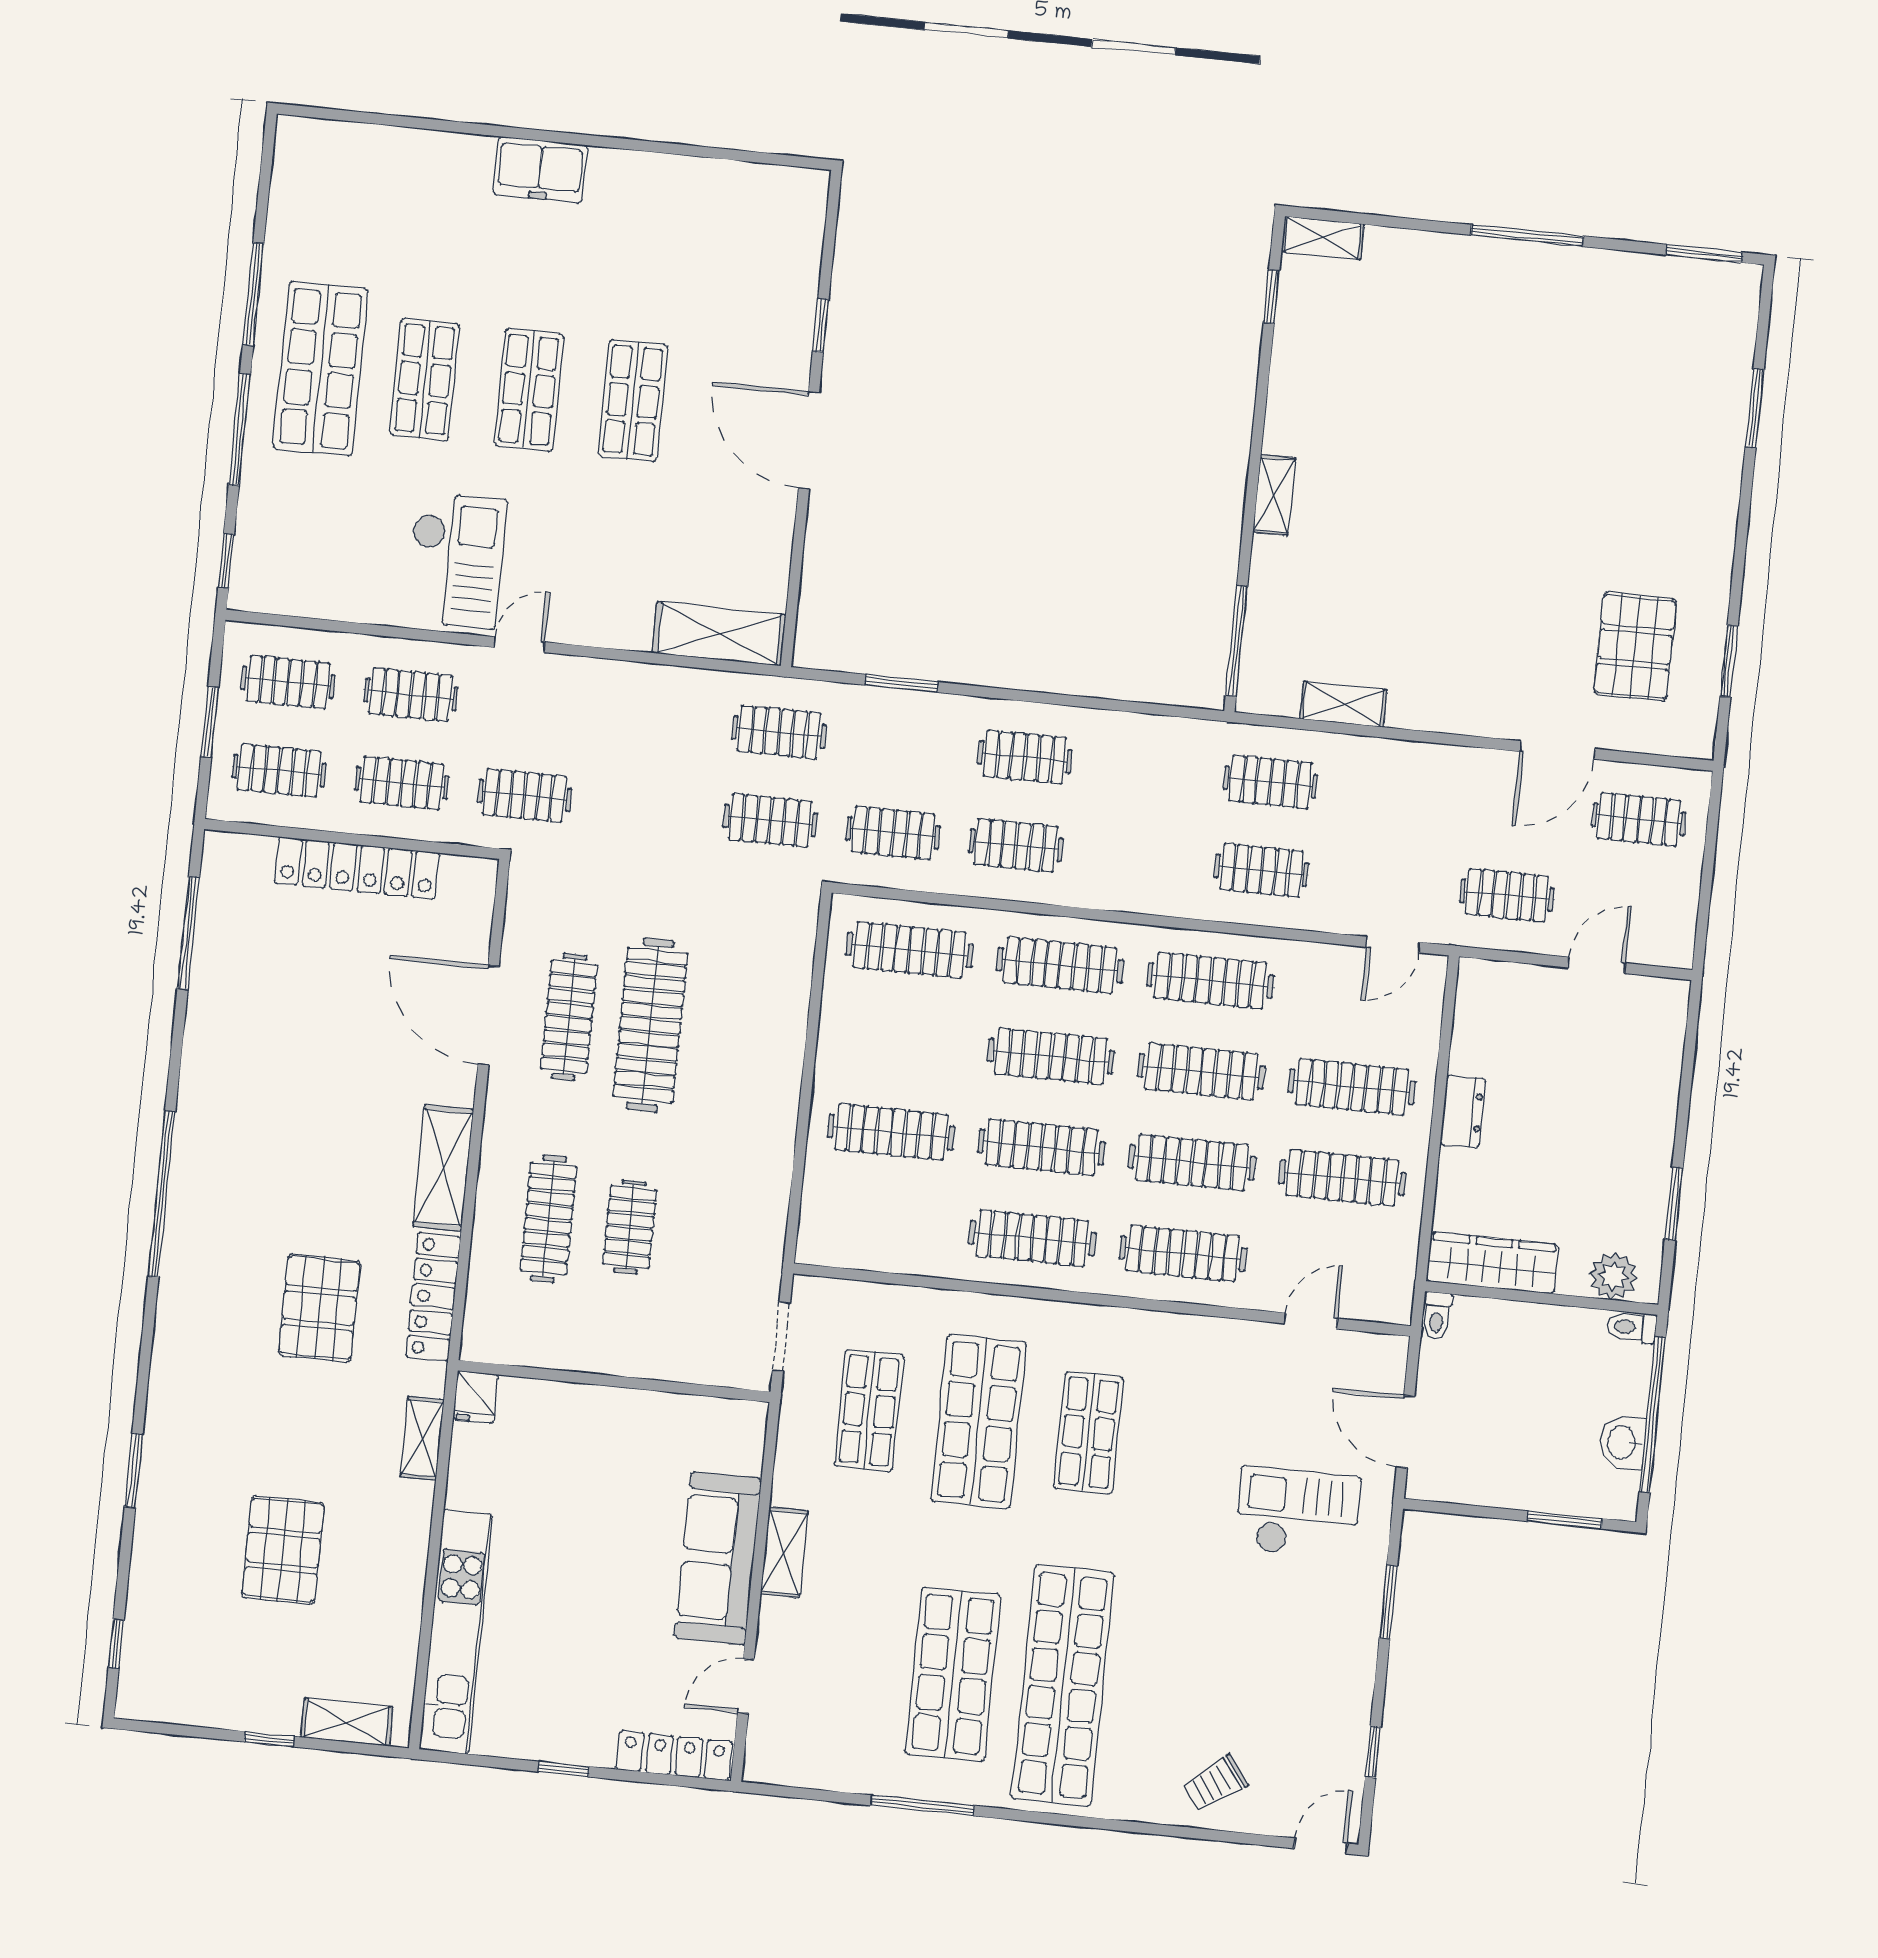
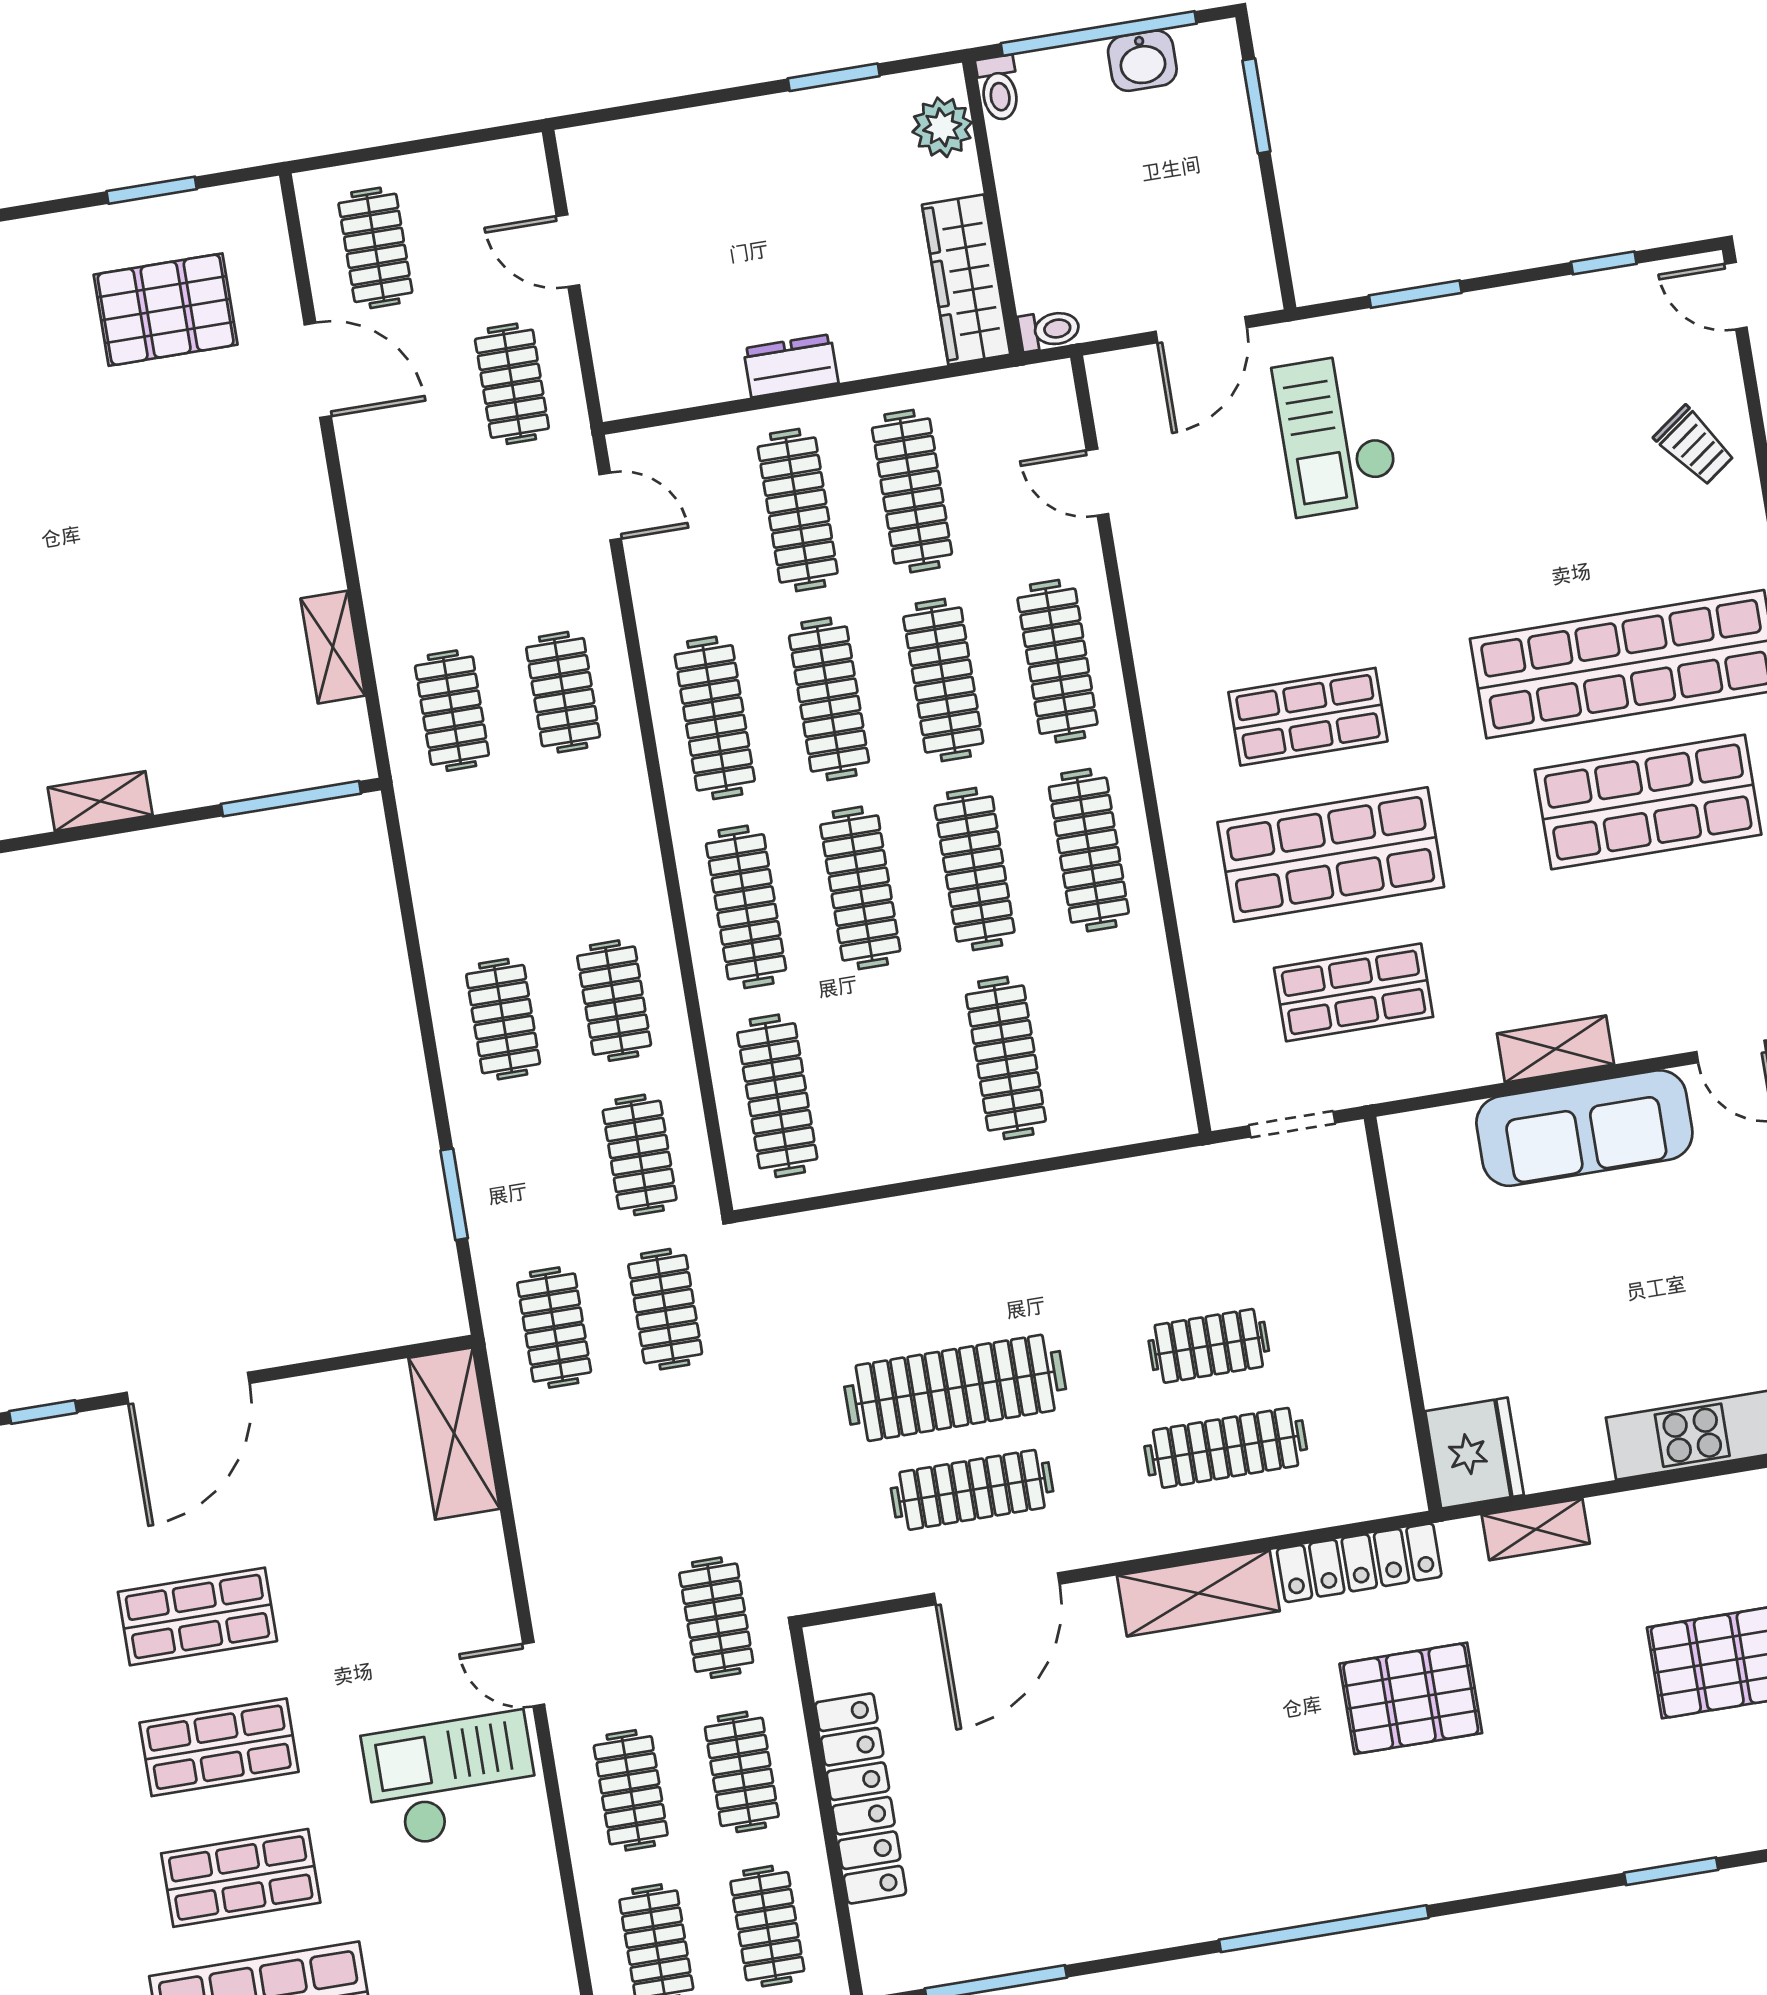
fridge: (476, 1397) -> (1474, 1453), width x1.88, depth x1.34

